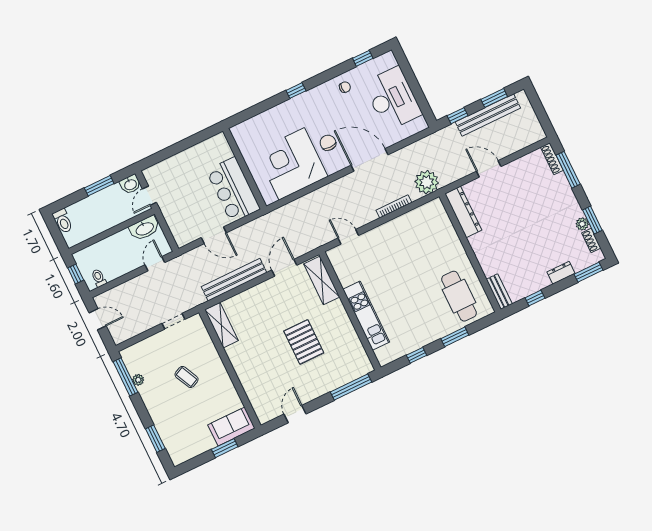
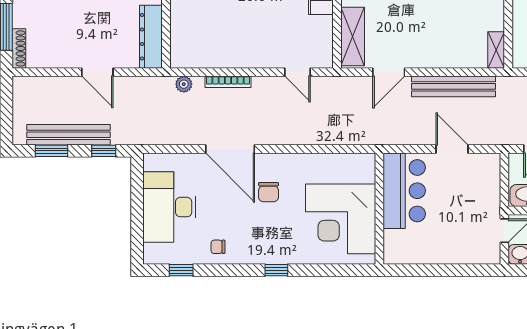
corner desk: (292, 164) -> (341, 219), moved, turned 90
plant: (427, 182) -> (184, 84), width x0.53, depth x0.53
shelving: (221, 325) -> (496, 50), width x0.67, depth x0.75

